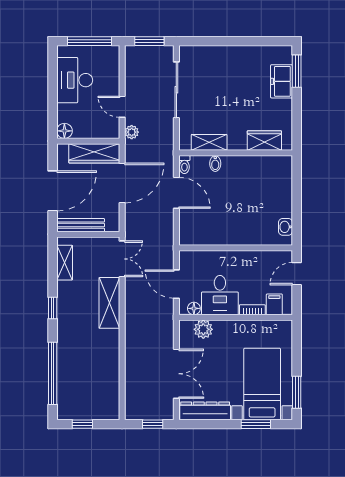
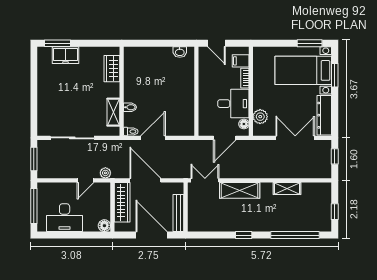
shelving: (65, 263) -> (287, 189), moved

